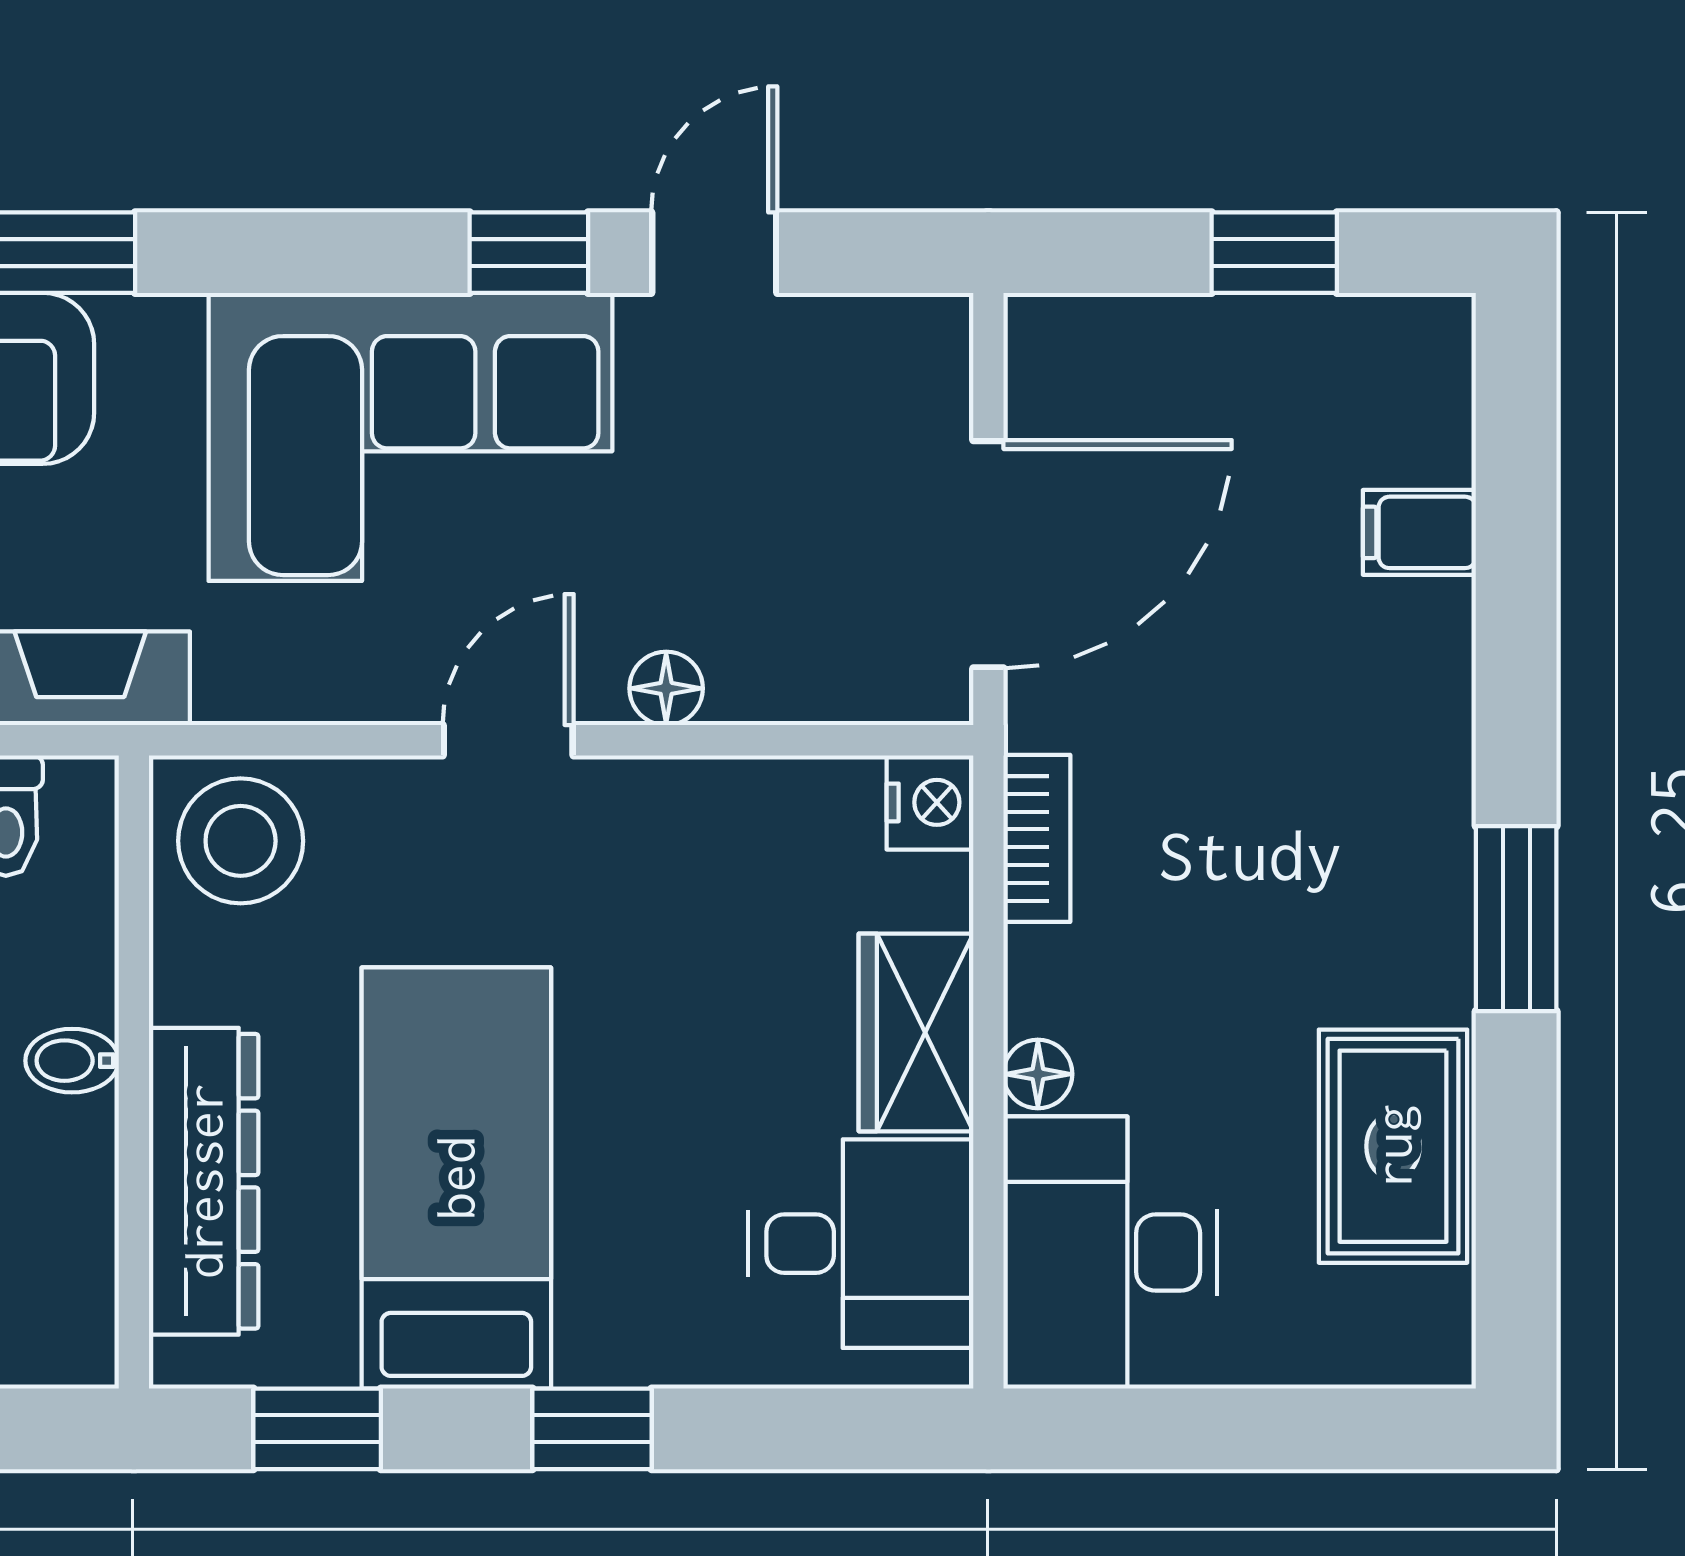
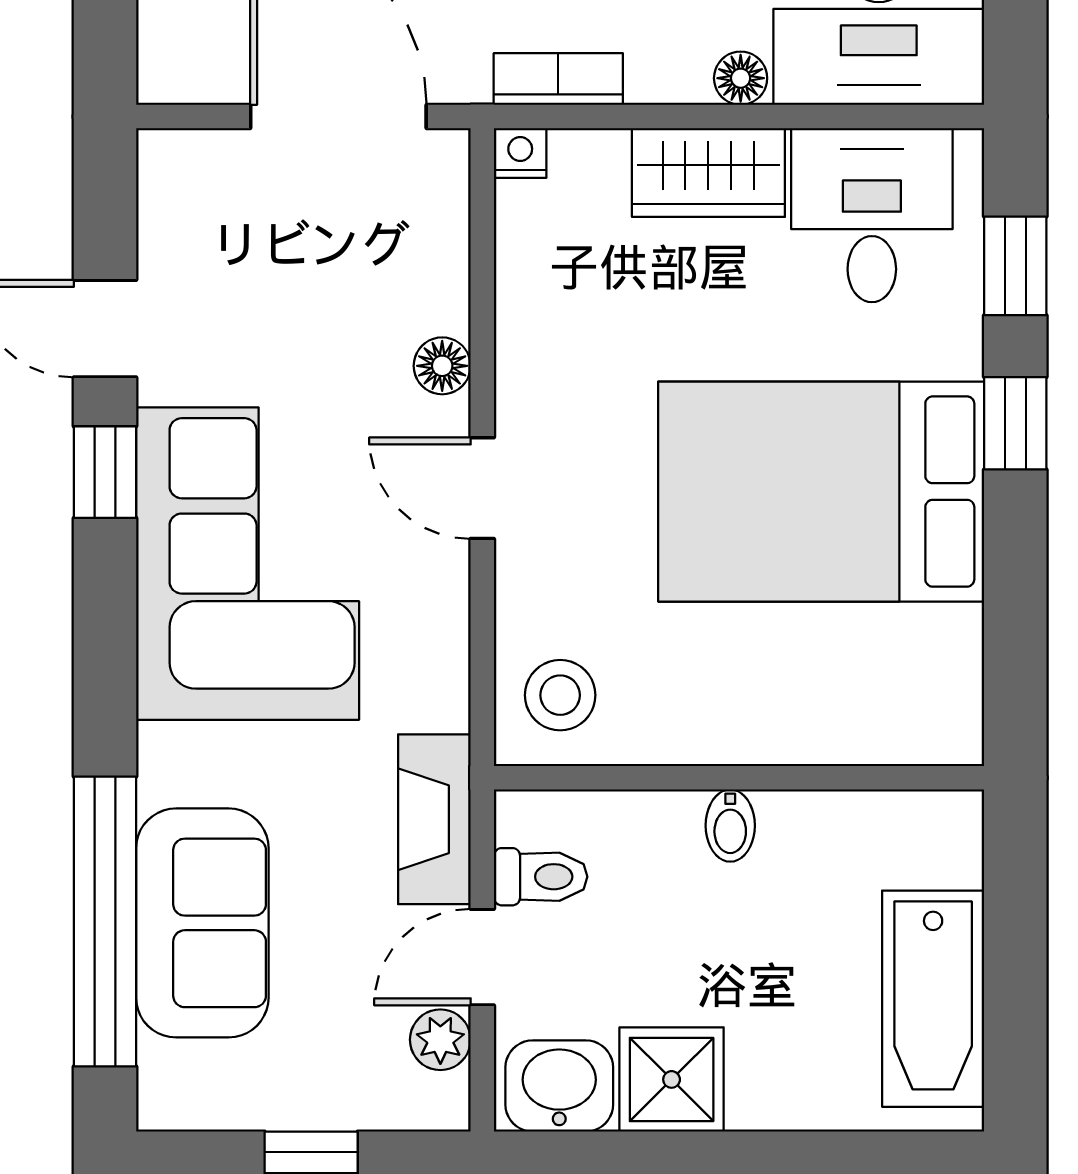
nightstand: (930, 802) -> (520, 153), width x0.72, depth x0.74
stool: (241, 841) -> (560, 695), width x0.73, depth x0.73
bed: (456, 1178) -> (821, 492), width x1.50
dresser: (204, 1181) -> (824, 724), removed
window: (317, 1429) -> (1015, 266), moved

